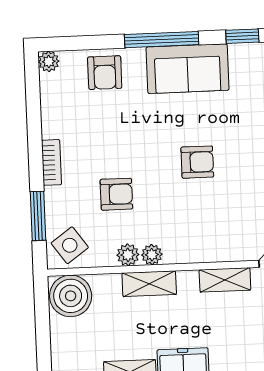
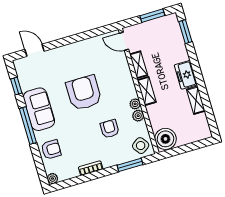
bookcase: (52, 162) -> (91, 168), moved
armchair: (197, 162) -> (84, 93), width x1.88, depth x1.88
shelving: (149, 284) -> (147, 91), moved

